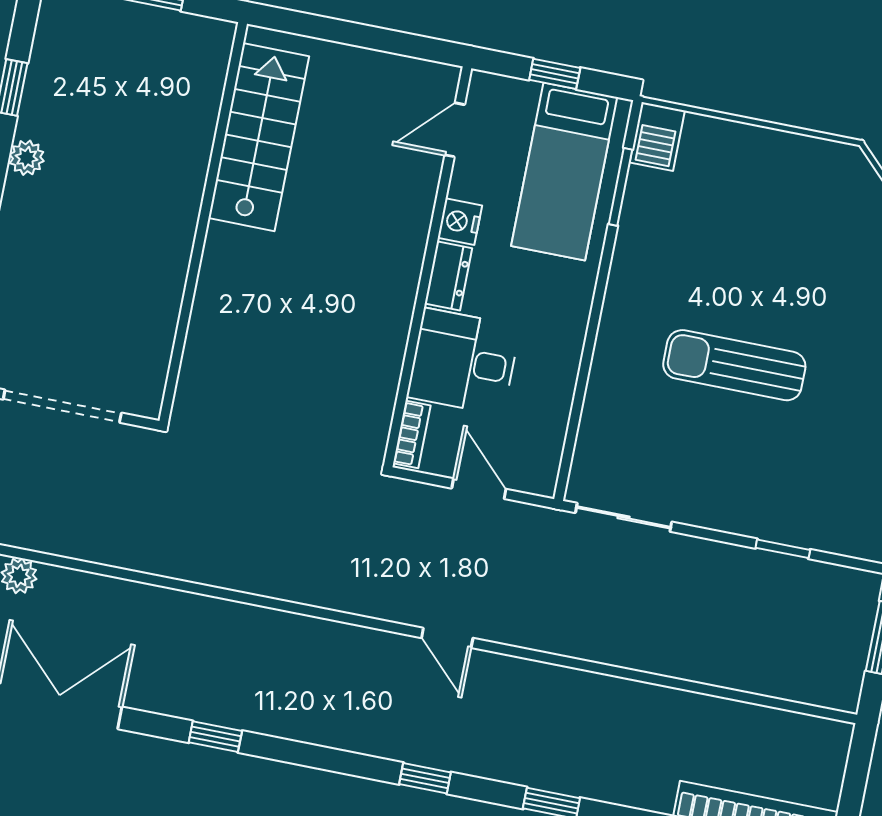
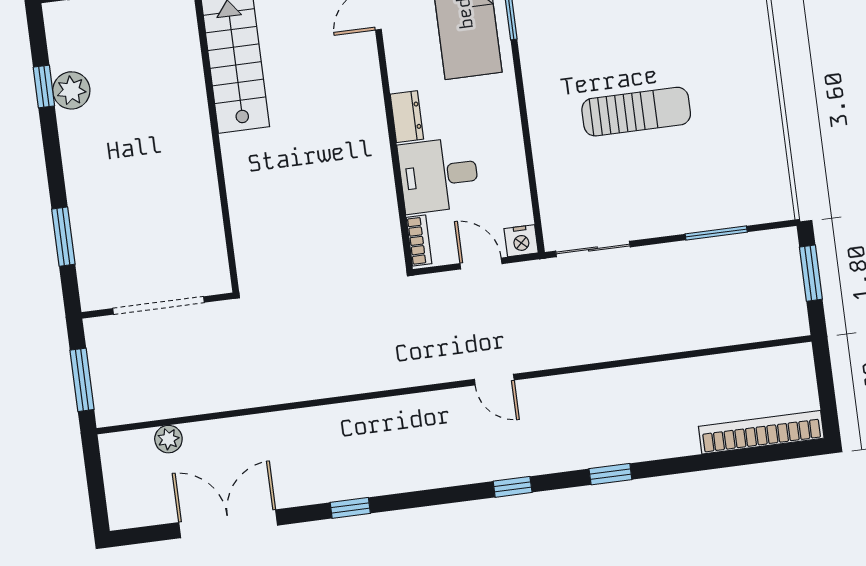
plant: (27, 158) -> (71, 90), moved, width x1.38, depth x1.38
nightstand: (460, 222) -> (521, 241), moved, turned -90
sun lounger: (734, 365) -> (636, 112), turned 180
window: (783, 549) -> (716, 233), width x1.50

